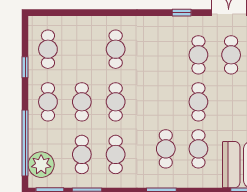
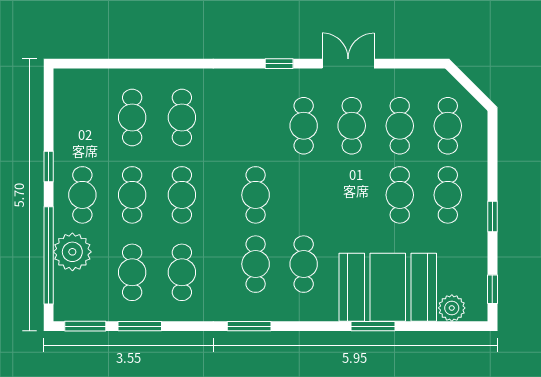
cafe table: (48, 49) -> (132, 117), moved
window: (25, 67) -> (49, 167), moved
cafe table: (198, 102) -> (256, 195), moved
plant: (41, 165) -> (72, 252), moved

